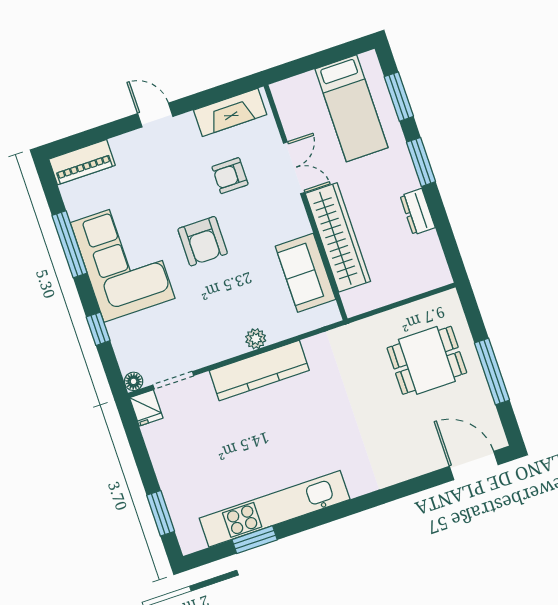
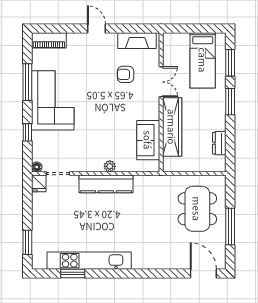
dresser: (418, 212) -> (219, 143), moved
armchair: (203, 241) -> (99, 105), removed
dining table: (427, 360) -> (197, 209), width x1.38

